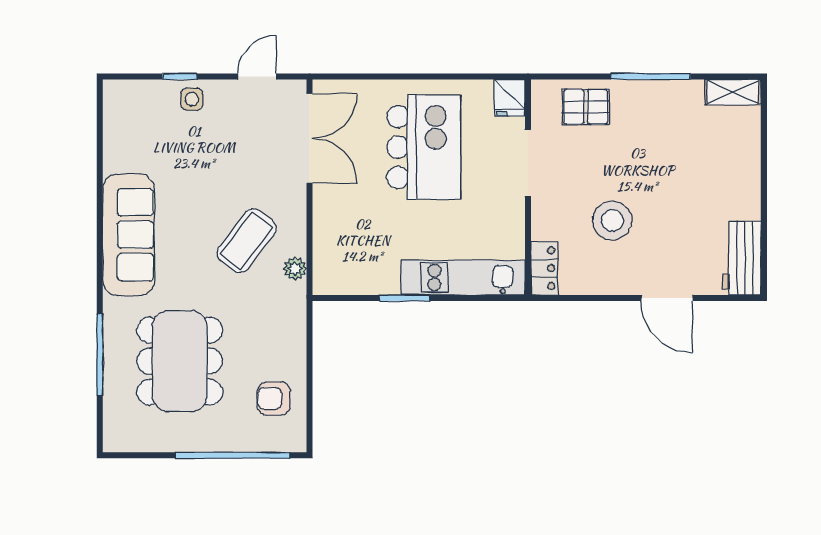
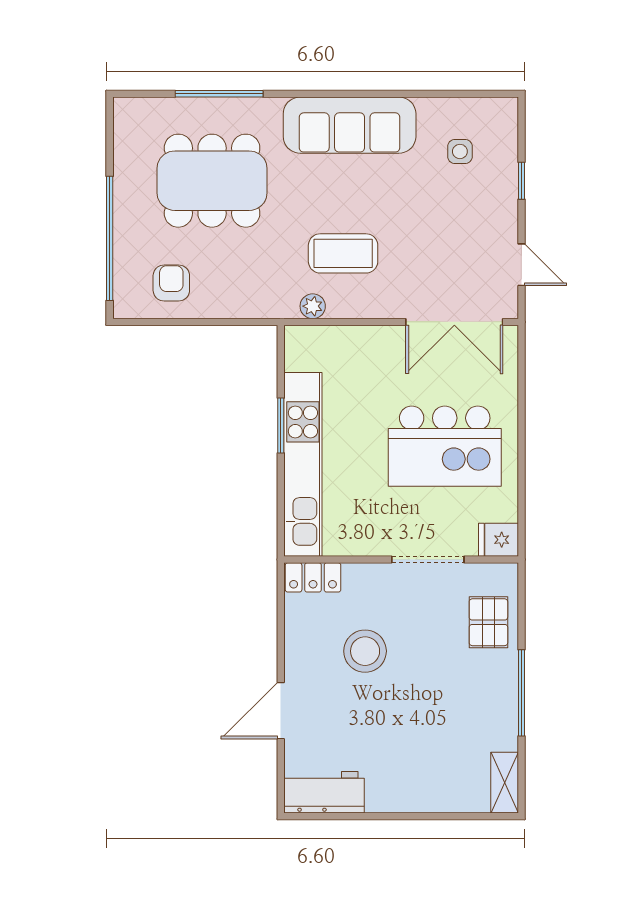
side table: (192, 99) -> (460, 151), moved
coffee table: (247, 241) -> (343, 253), turned -38
kitchen unit: (463, 278) -> (303, 464), width x1.36

